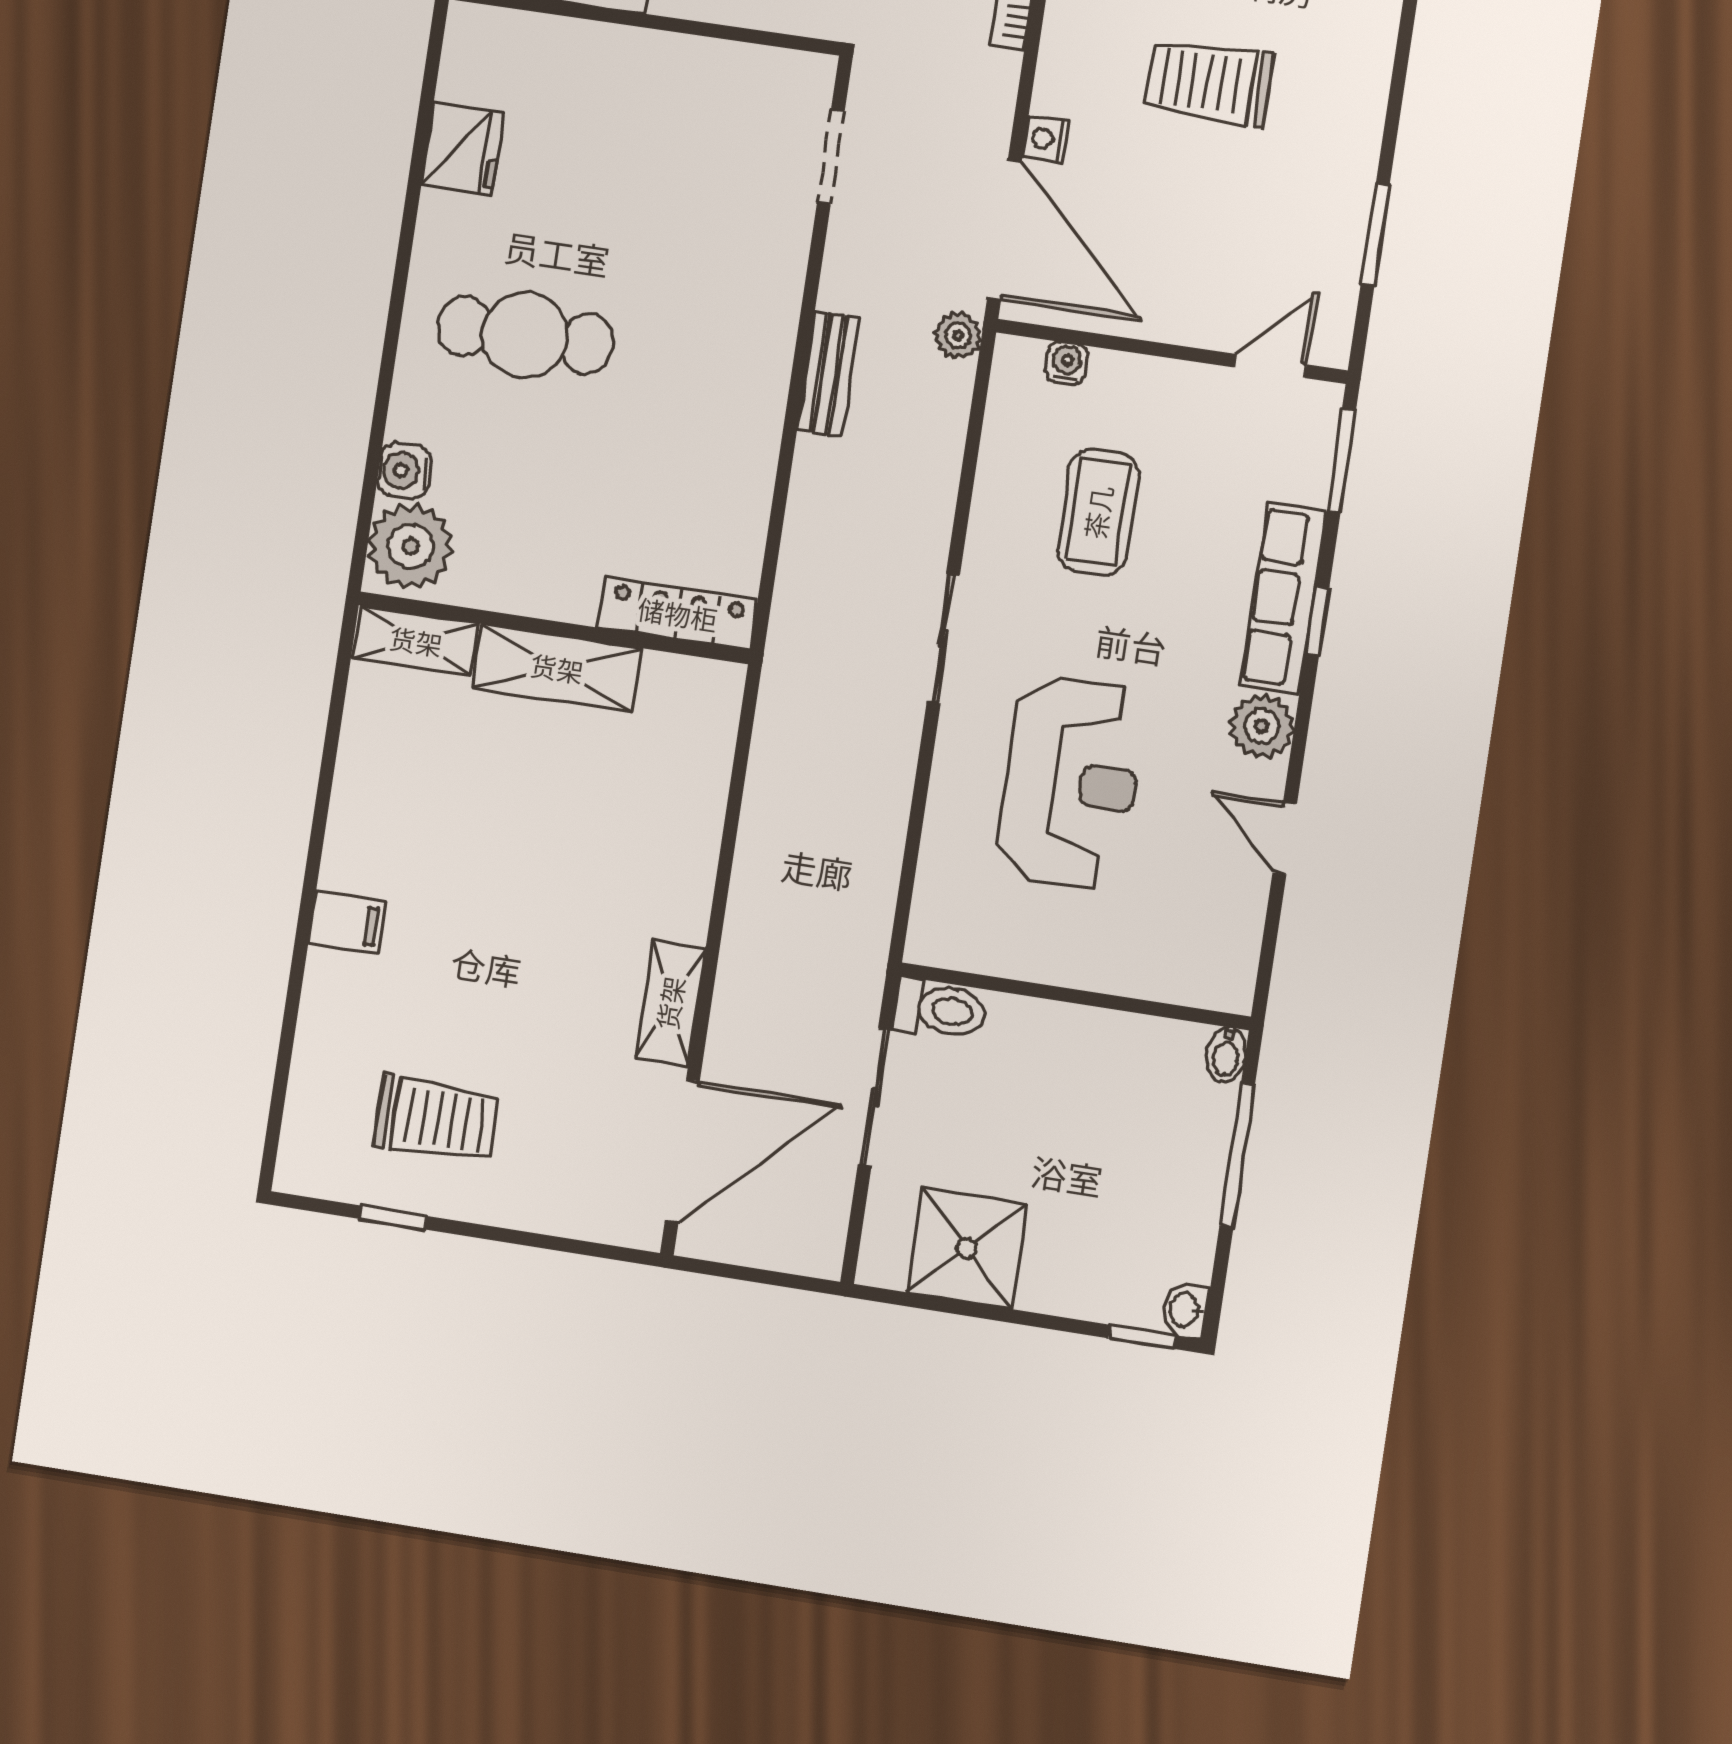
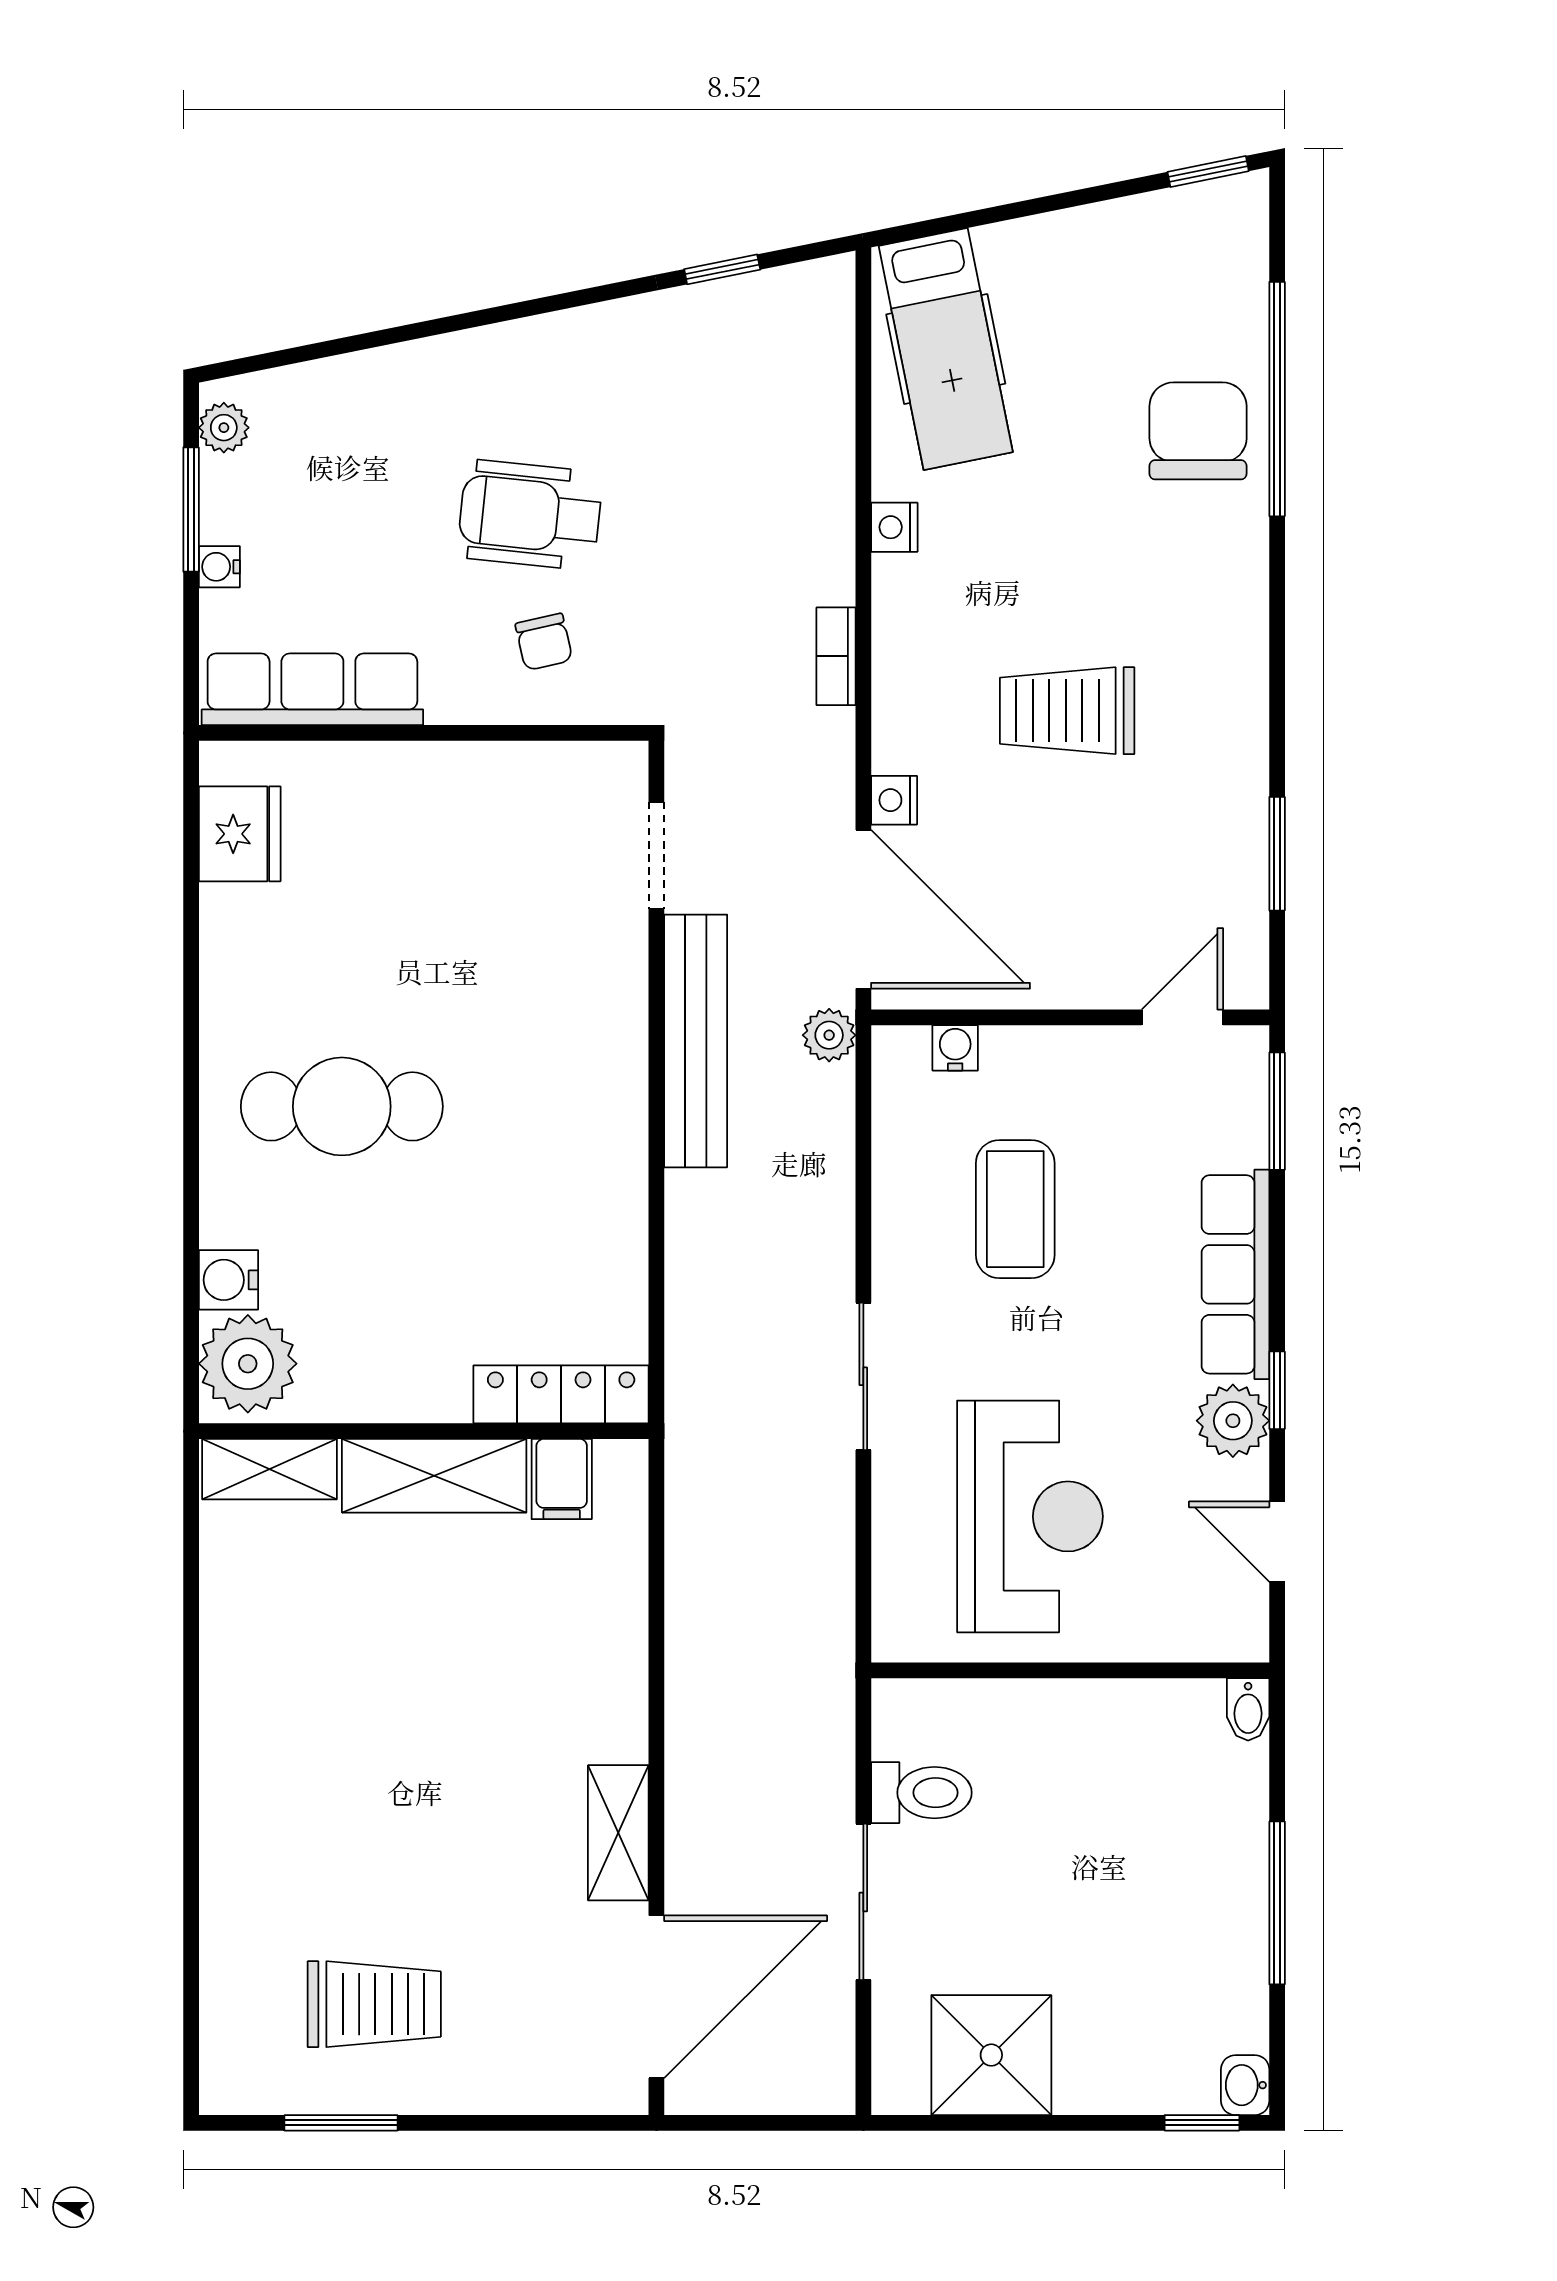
fridge: (463, 149) -> (240, 834), moved
bench: (828, 374) -> (696, 1041), width x1.86, depth x1.21
window: (1317, 621) -> (1277, 1390), moved
filing cabinet: (347, 923) -> (562, 1479), moved, turned 90
wall: (1075, 996) -> (1070, 1670), moved
bidet: (1226, 1055) -> (1248, 1709), moved
window: (393, 1217) -> (341, 2123), width x1.50

